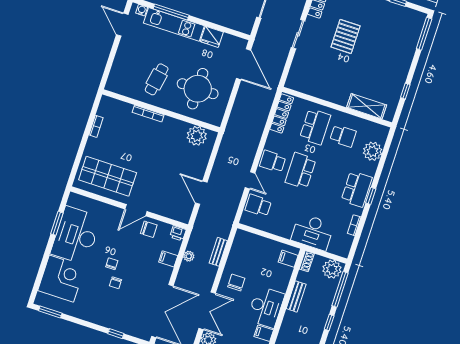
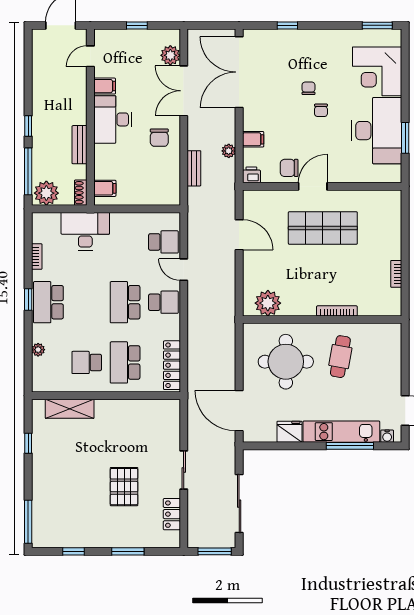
plant: (373, 151) -> (38, 350), width x0.53, depth x0.53
school desk: (301, 171) -> (125, 302), turned 180
shop shelf: (108, 176) -> (323, 228), moved

